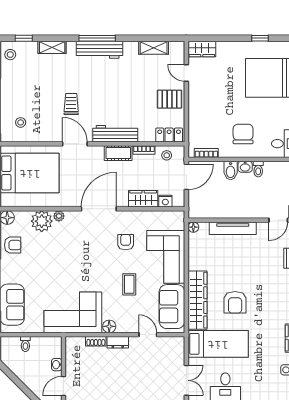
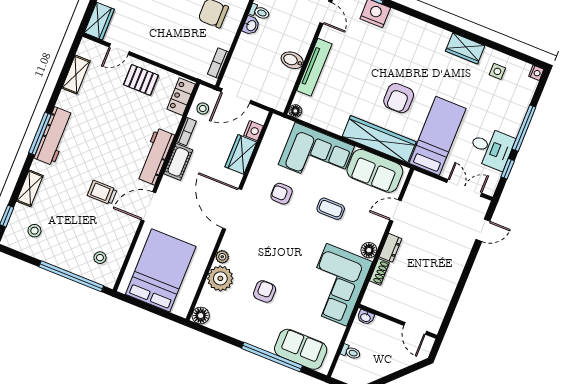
stool: (10, 55) -> (34, 231), moved
pallet: (170, 99) -> (141, 80), turned 90
bidet: (231, 171) -> (292, 60), moved, turned 180
door: (186, 177) -> (236, 96), swing flipped
armchair: (13, 245) -> (265, 291), moved
armchair: (235, 302) -> (399, 98), turned 90
washbasin: (57, 365) -> (366, 317), moved

